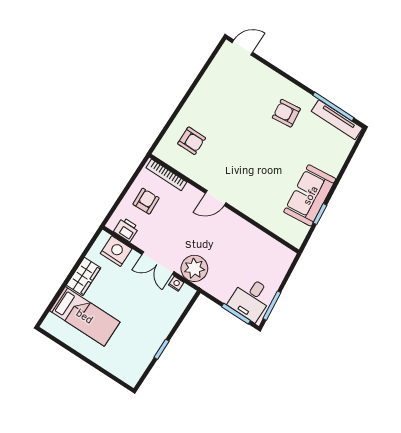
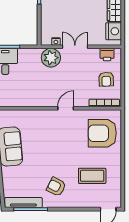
coffee table: (236, 99) -> (92, 176), added
armchair: (286, 113) -> (56, 187), turned -147
armchair: (192, 141) -> (102, 133), width x1.88, depth x1.88
nightstand: (116, 251) -> (114, 31), moved, turned -90

